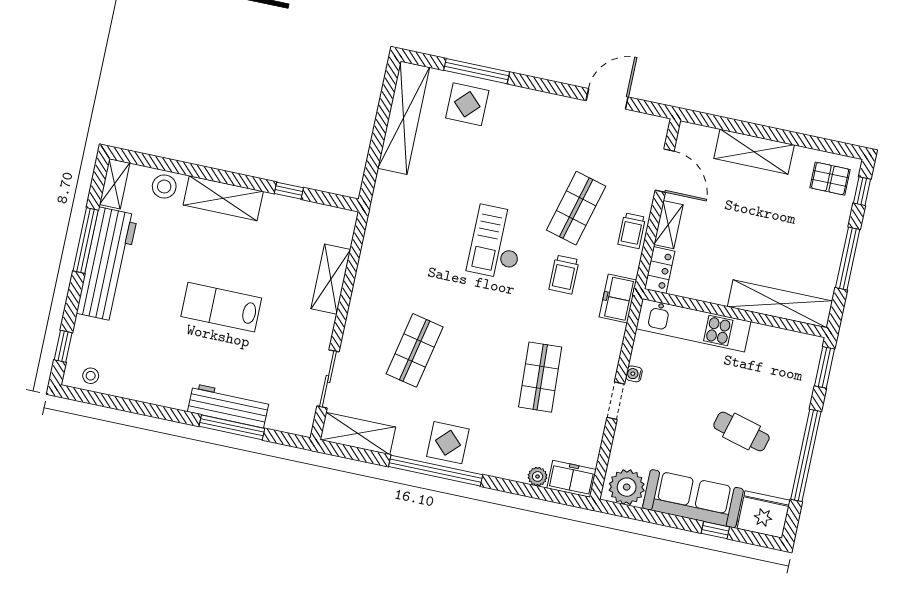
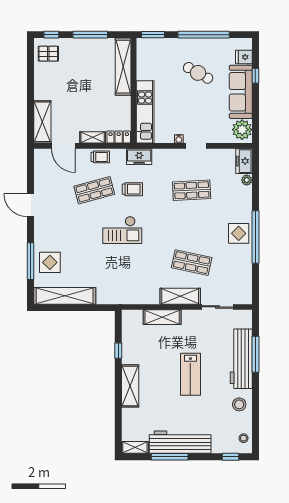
door: (607, 99) -> (30, 205), moved
shelving: (754, 152) -> (42, 122), moved
door: (665, 171) -> (63, 146), swing flipped
pallet: (830, 179) -> (48, 54), turned 90
stool: (164, 187) -> (239, 404), moved
shop shelf: (576, 208) -> (94, 190), turned -30
workbench: (229, 406) -> (241, 359), width x1.36, depth x1.32
cafe table: (741, 432) -> (198, 73), turned -76
shelving: (358, 434) -> (180, 296), moved, turned 90
fridge: (764, 514) -> (244, 57), width x0.53, depth x0.75

